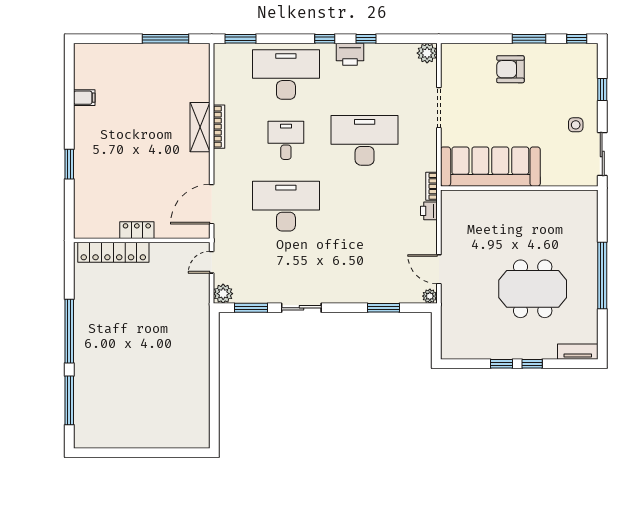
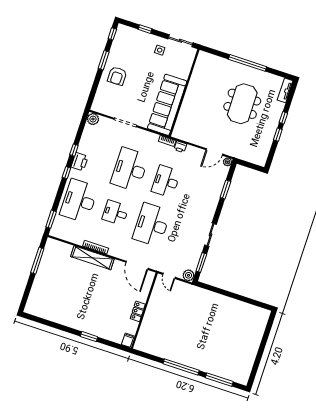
filing cabinet: (84, 98) -> (128, 340), moved
shelving: (200, 127) -> (92, 258), width x1.47
desk: (365, 206) -> (166, 181), added
locker: (113, 252) -> (146, 328), removed

